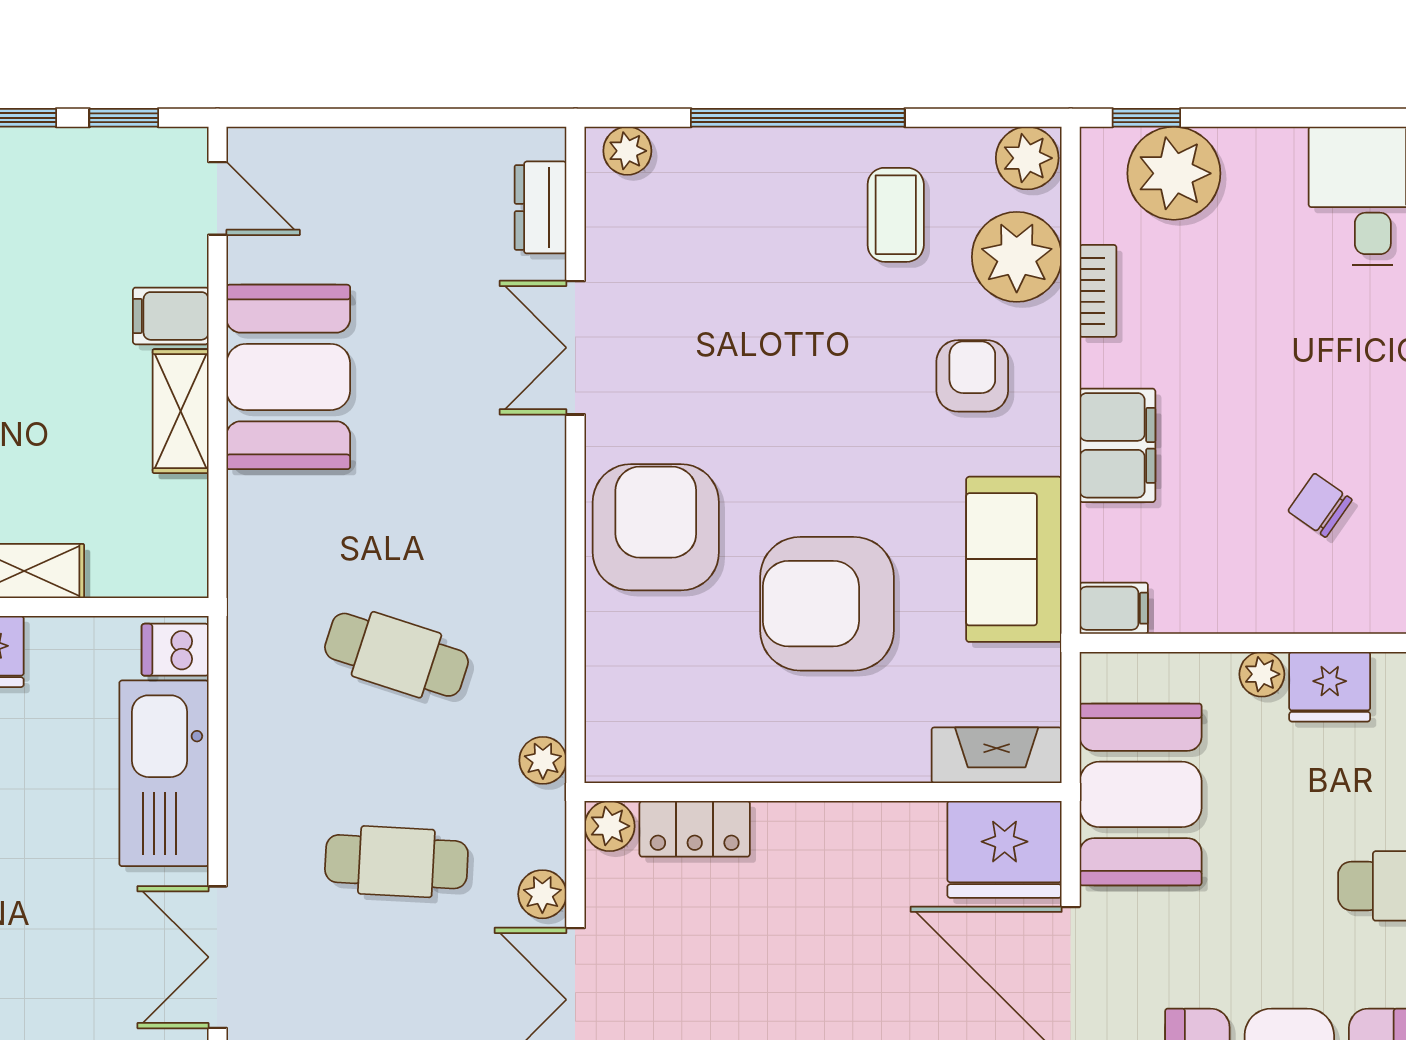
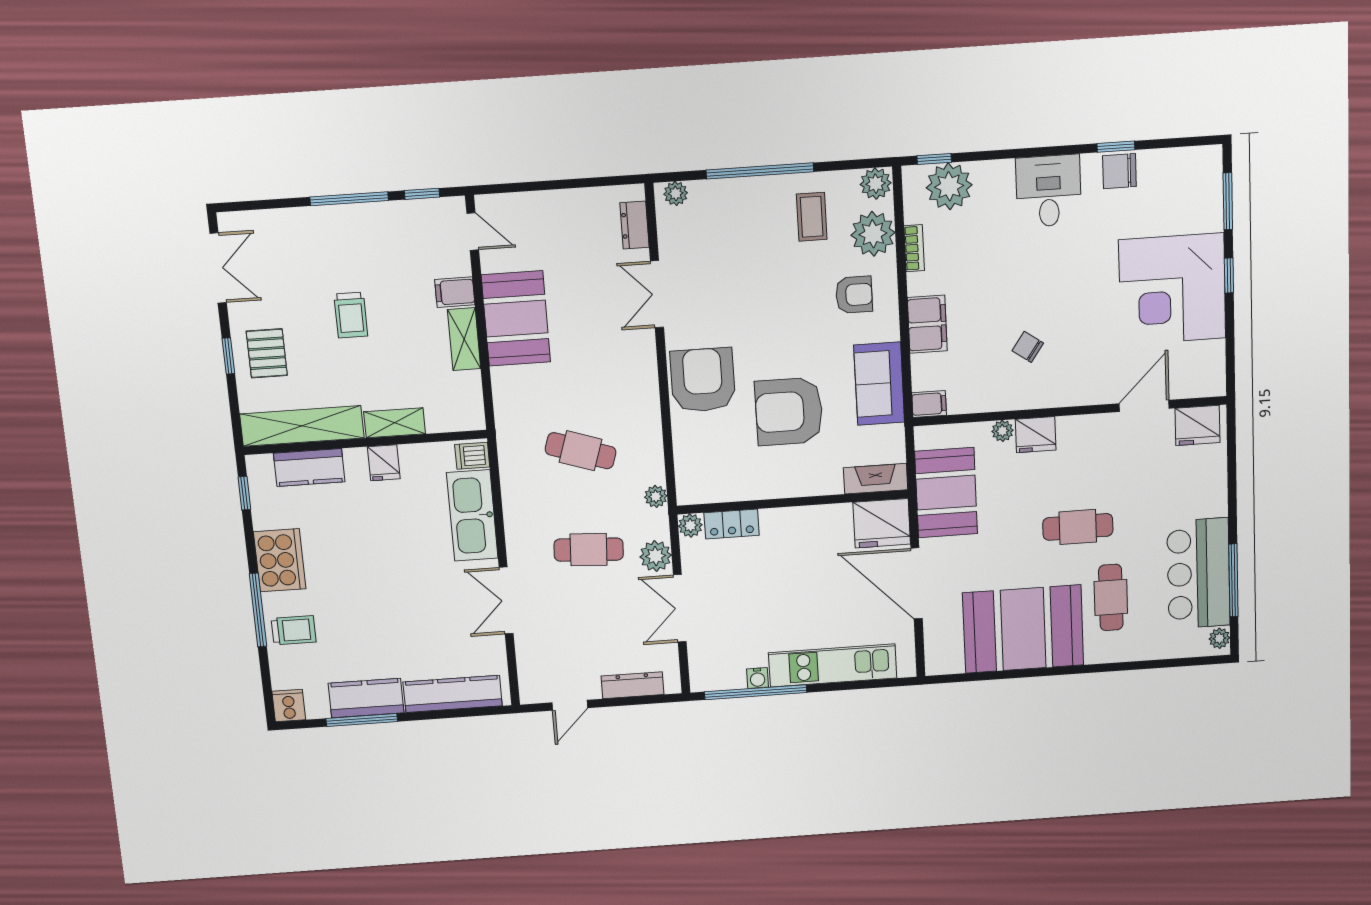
armchair: (972, 376) -> (854, 295), turned 90
plant: (542, 894) -> (656, 556), width x1.38, depth x1.38

